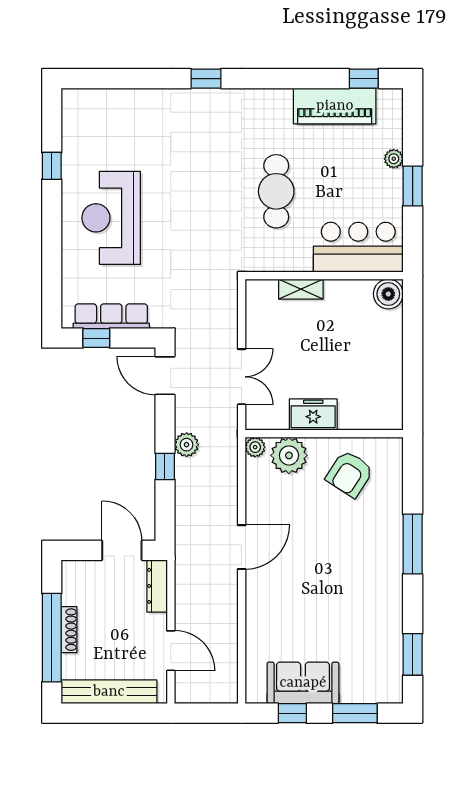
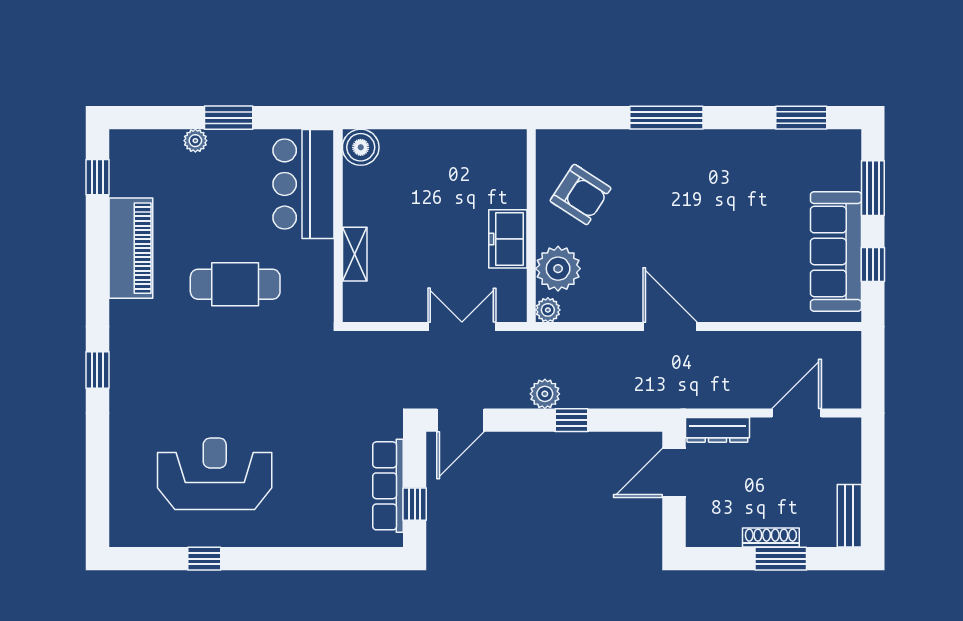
piano: (335, 106) -> (131, 248), moved
reception desk: (111, 218) -> (215, 474), moved, turned 180
window: (52, 638) -> (781, 559), width x0.47
sofa: (303, 683) -> (836, 252), width x1.36
bench: (109, 692) -> (849, 516), width x0.54, depth x0.82

